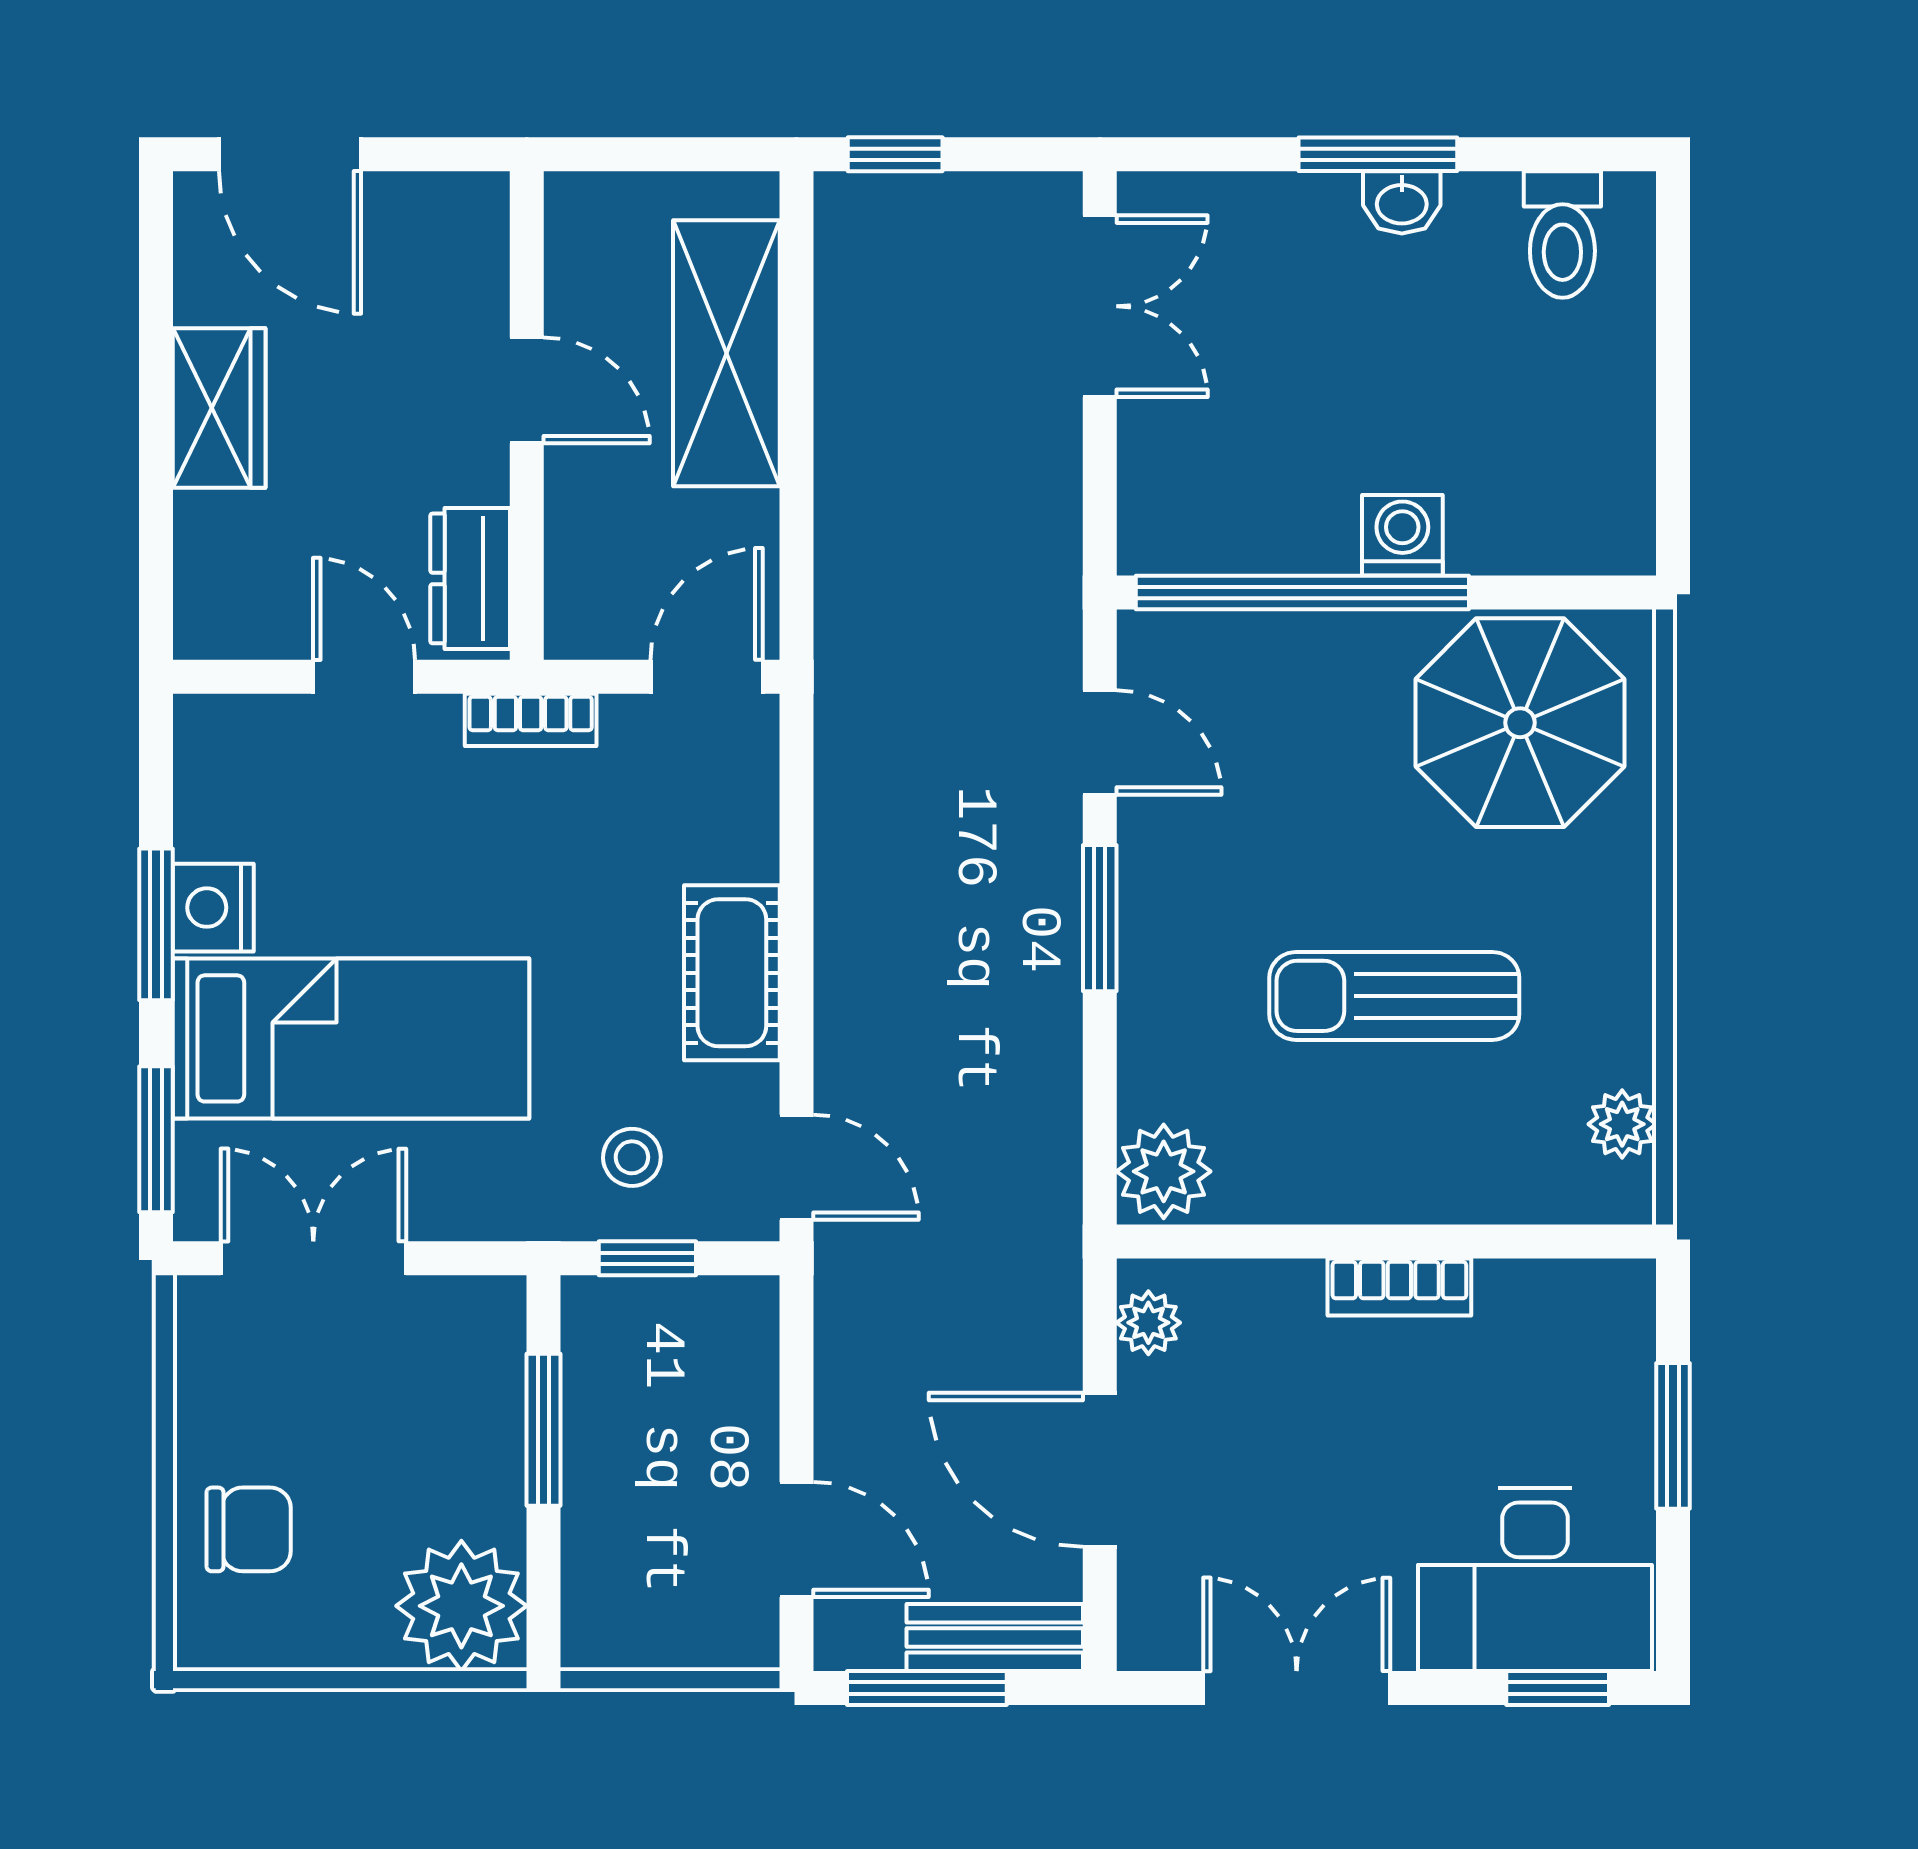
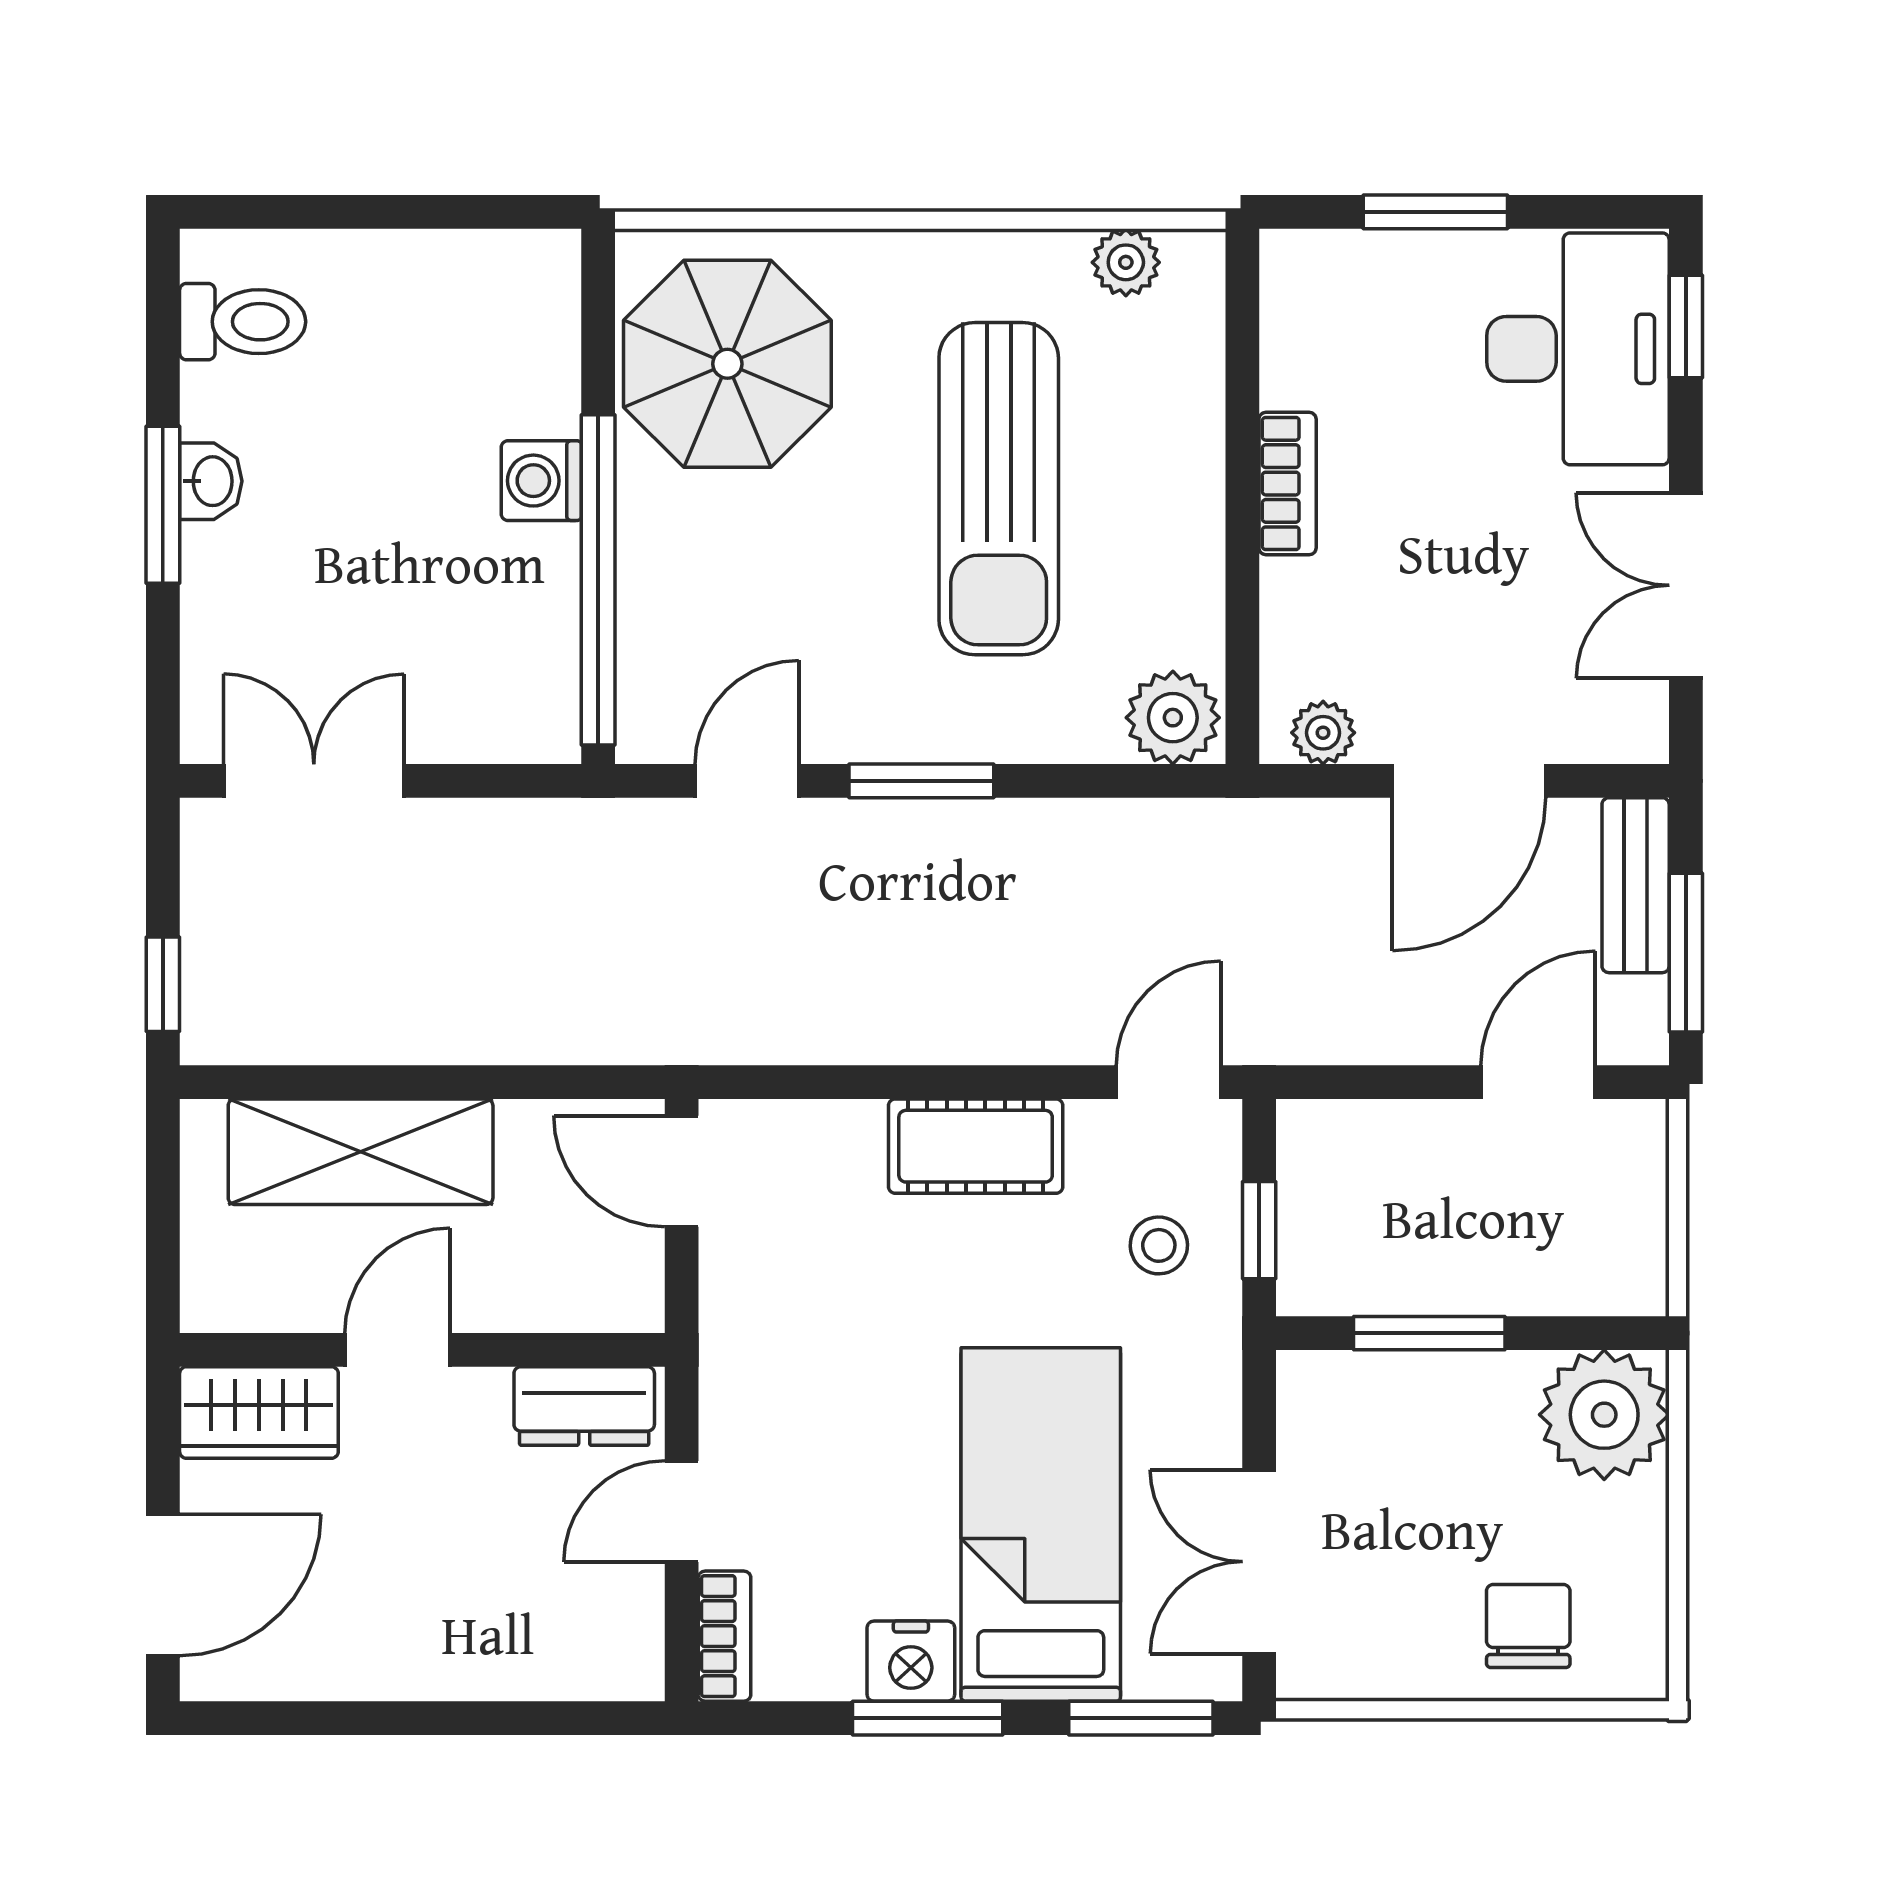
wardrobe: (219, 408) -> (259, 1413), moved, turned 180
bookcase: (531, 720) -> (725, 1636), moved
sun lounger: (1394, 996) -> (999, 489), width x1.36, depth x1.34

